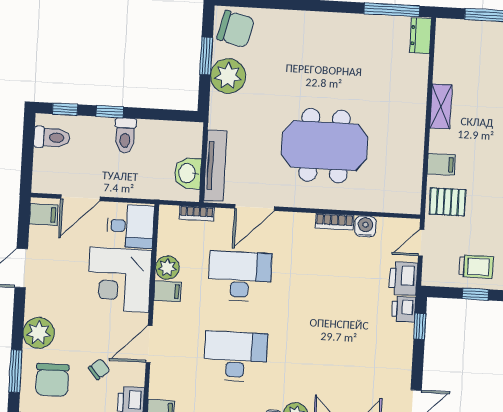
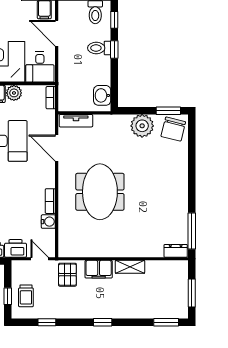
window: (206, 56) -> (168, 111), moved
toilet: (125, 136) -> (99, 48), moved
filing cabinet: (441, 164) -> (99, 269), width x2.00
tv unit: (215, 166) -> (76, 121), width x0.71
washbasin: (188, 173) -> (102, 95), moved, turned -90
bookcase: (197, 213) -> (51, 98), moved

